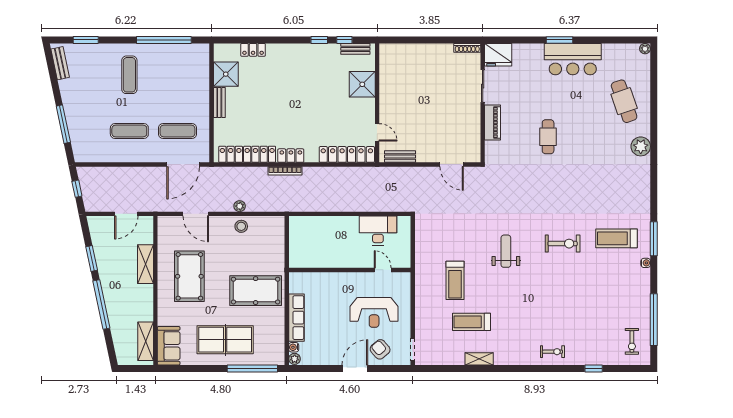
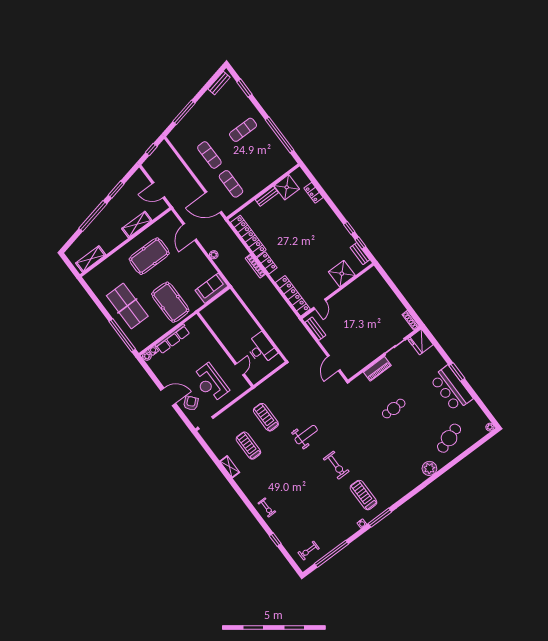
stool: (241, 226) -> (202, 265), removed
treadmill: (455, 280) -> (266, 417), turned 90
sofa: (169, 346) -> (212, 288), moved, turned 180

